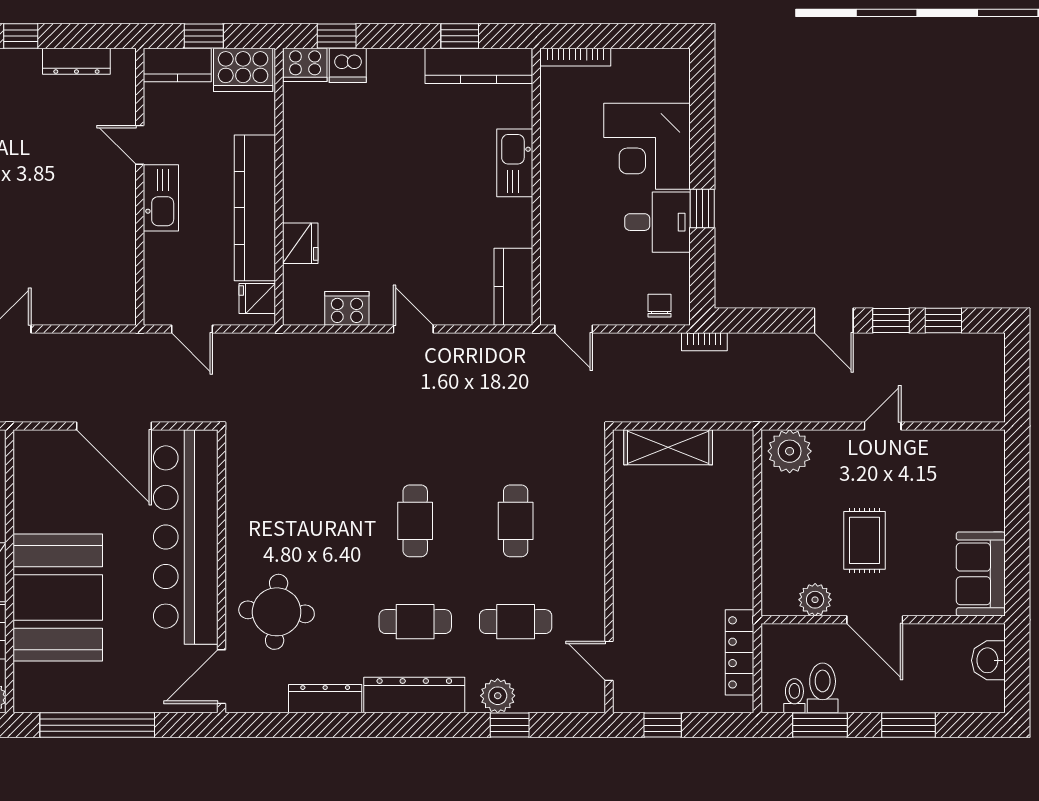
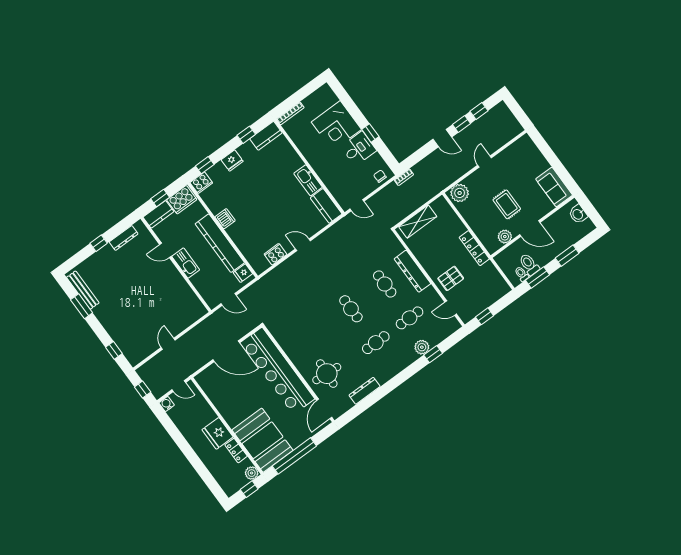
dishwasher: (348, 65) -> (225, 219), moved, turned -90
kitchen counter: (479, 66) -> (266, 136), width x0.67
kitchen sink: (515, 163) -> (308, 180), moved
fridge: (300, 243) -> (232, 161), moved, turned 90
booth: (58, 597) -> (263, 440), moved
pallet: (651, 604) -> (451, 278), added
locker: (740, 652) -> (474, 248), moved
dresser: (414, 695) -> (412, 271), moved, turned -90

